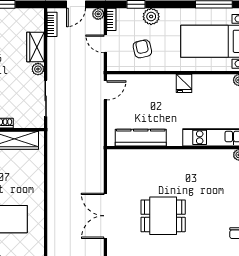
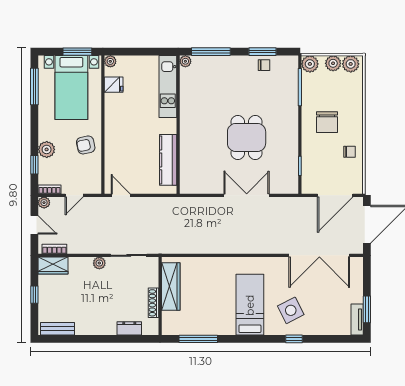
wardrobe: (35, 47) -> (53, 266), moved
armchair: (142, 49) -> (86, 145), moved
fridge: (184, 83) -> (114, 85), moved
double door: (105, 216) -> (247, 195), swing flipped

